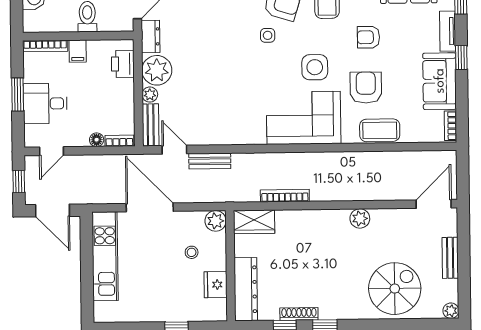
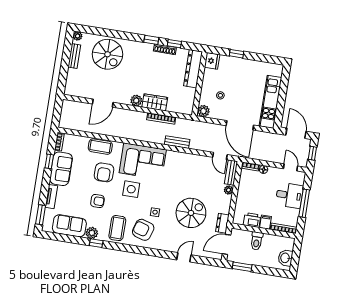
spiral stairs: (207, 45) -> (191, 213), added
window: (461, 58) -> (49, 161), moved
printer: (123, 64) -> (252, 220), moved, turned -90
plant: (157, 70) -> (222, 203), removed
window: (18, 94) -> (304, 203), width x1.44
door: (52, 151) -> (291, 167), hinge flipped
bench: (210, 161) -> (177, 142), moved
door: (434, 204) -> (103, 103), moved
plant: (360, 218) -> (136, 101), moved
wardrobe: (254, 222) -> (155, 102), moved
bench: (450, 258) -> (74, 56), moved
fridge: (215, 285) -> (212, 61), moved
spiral stairs: (395, 289) -> (107, 54), turned -90

